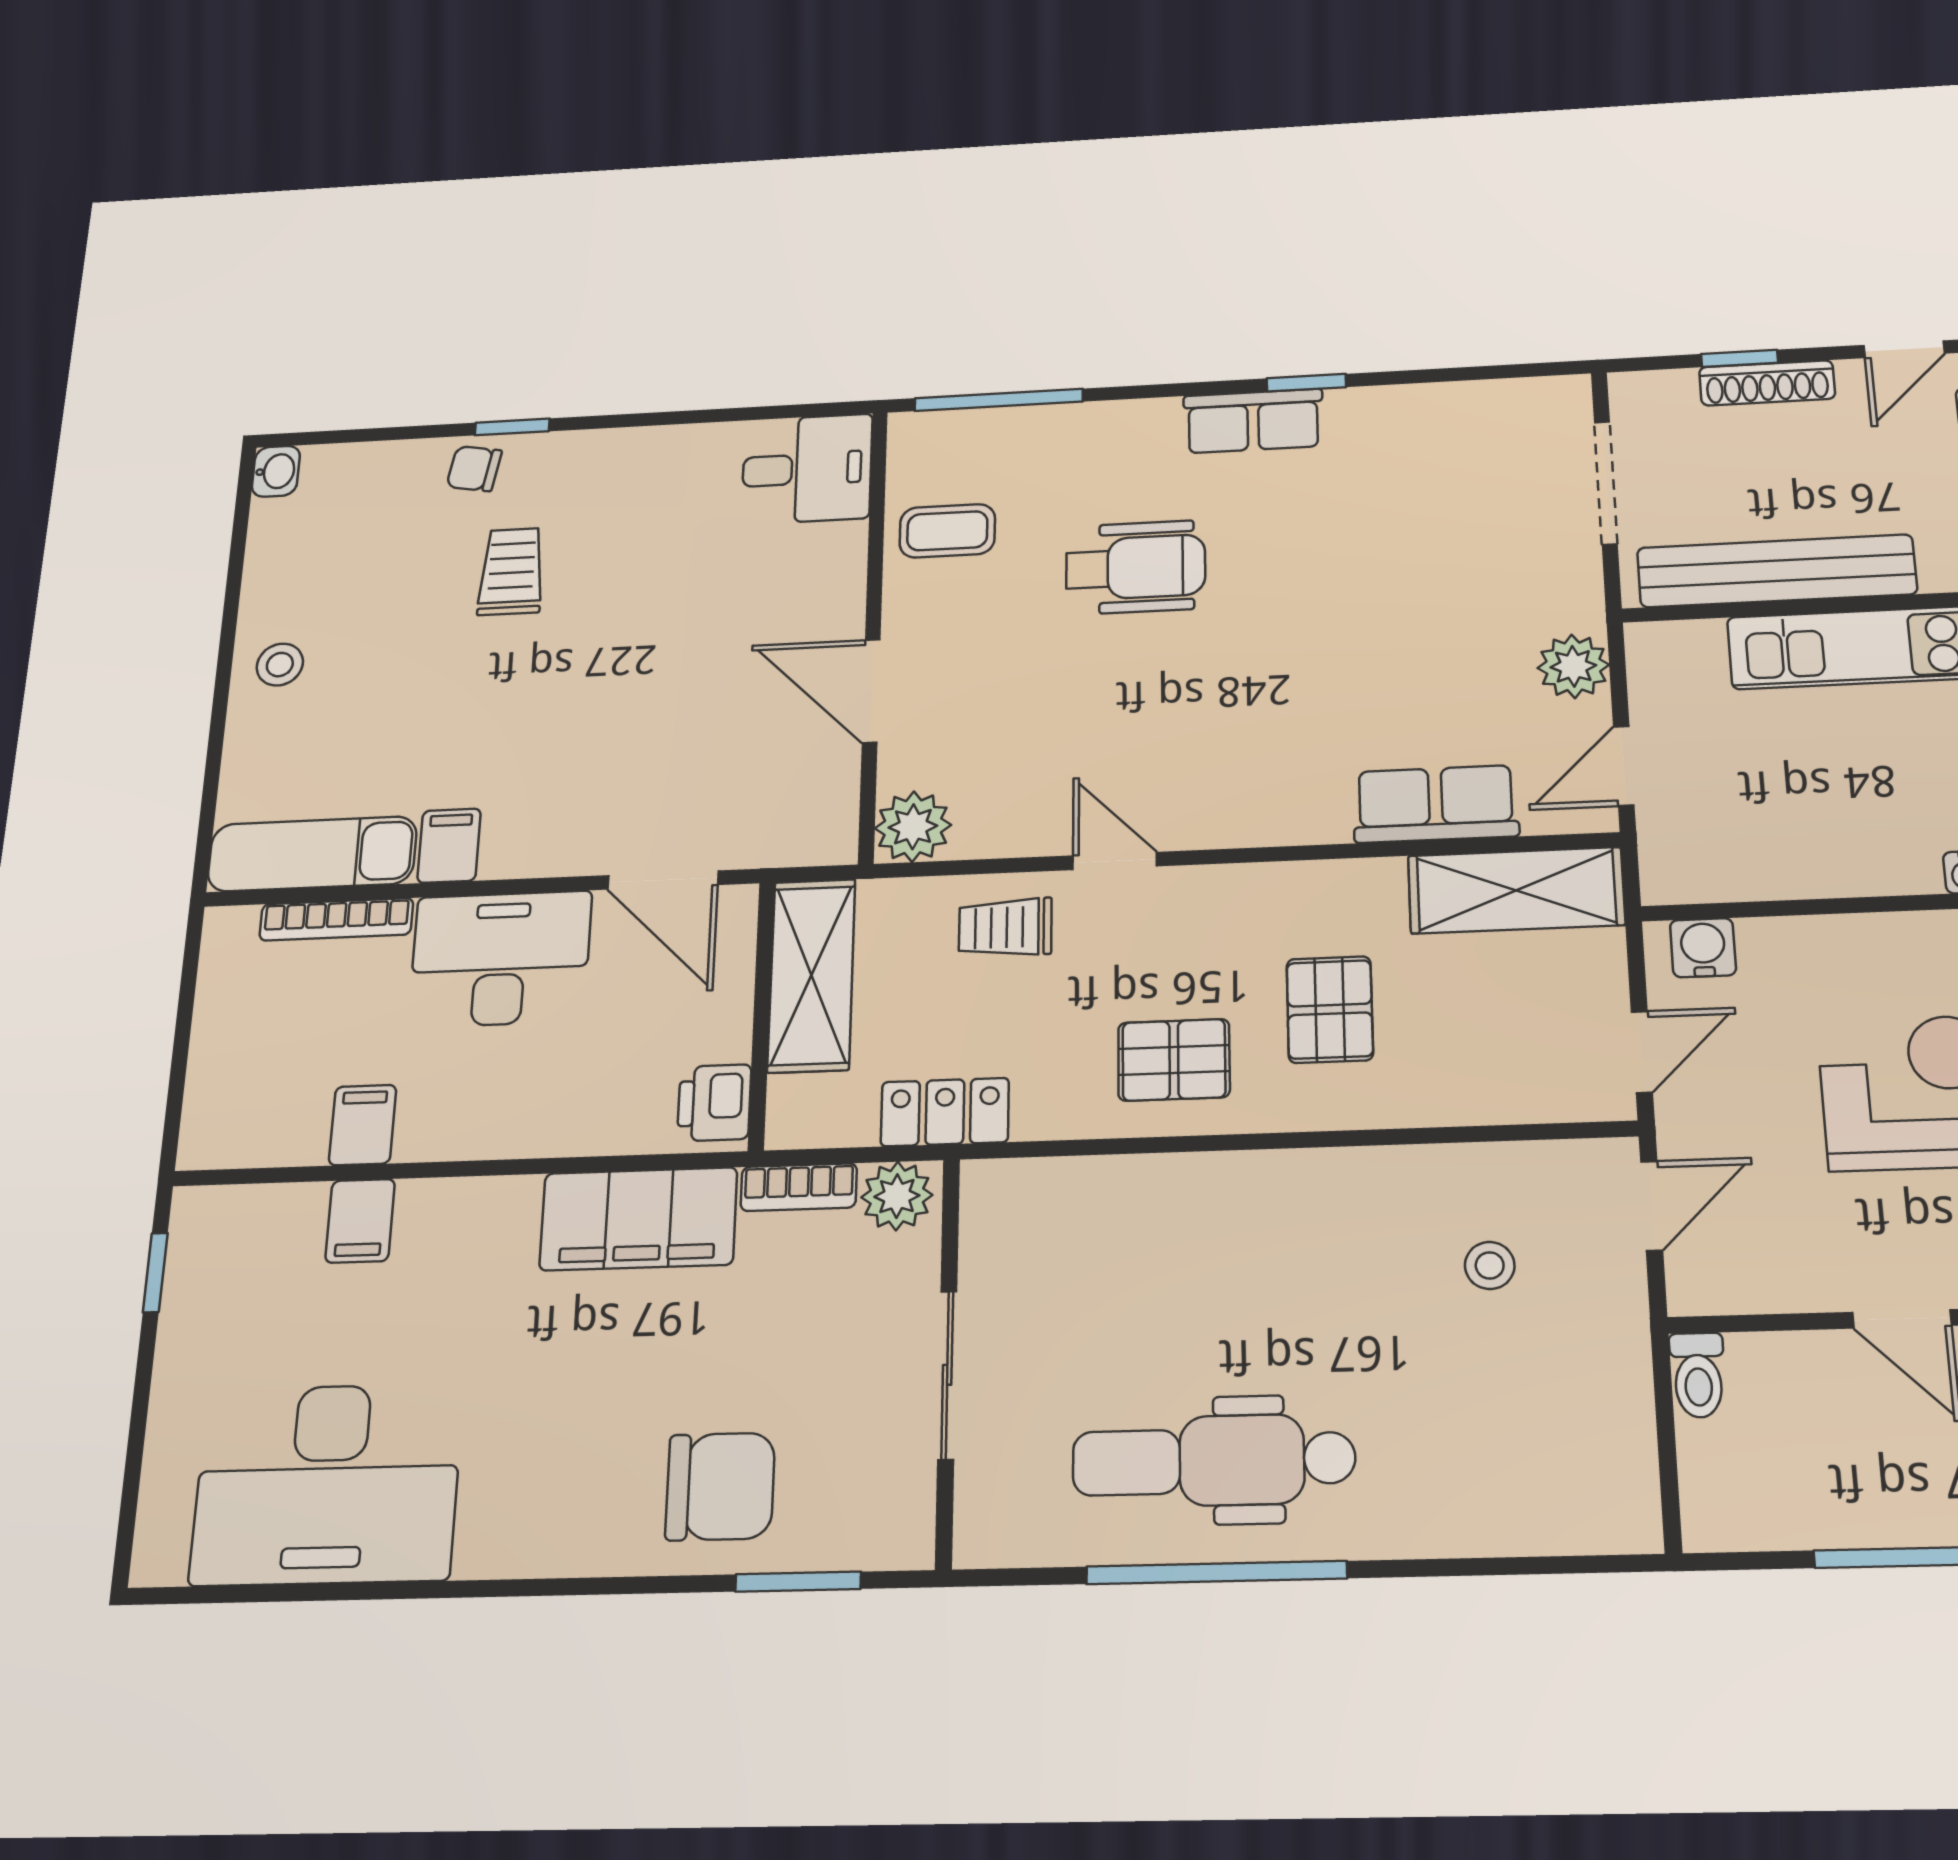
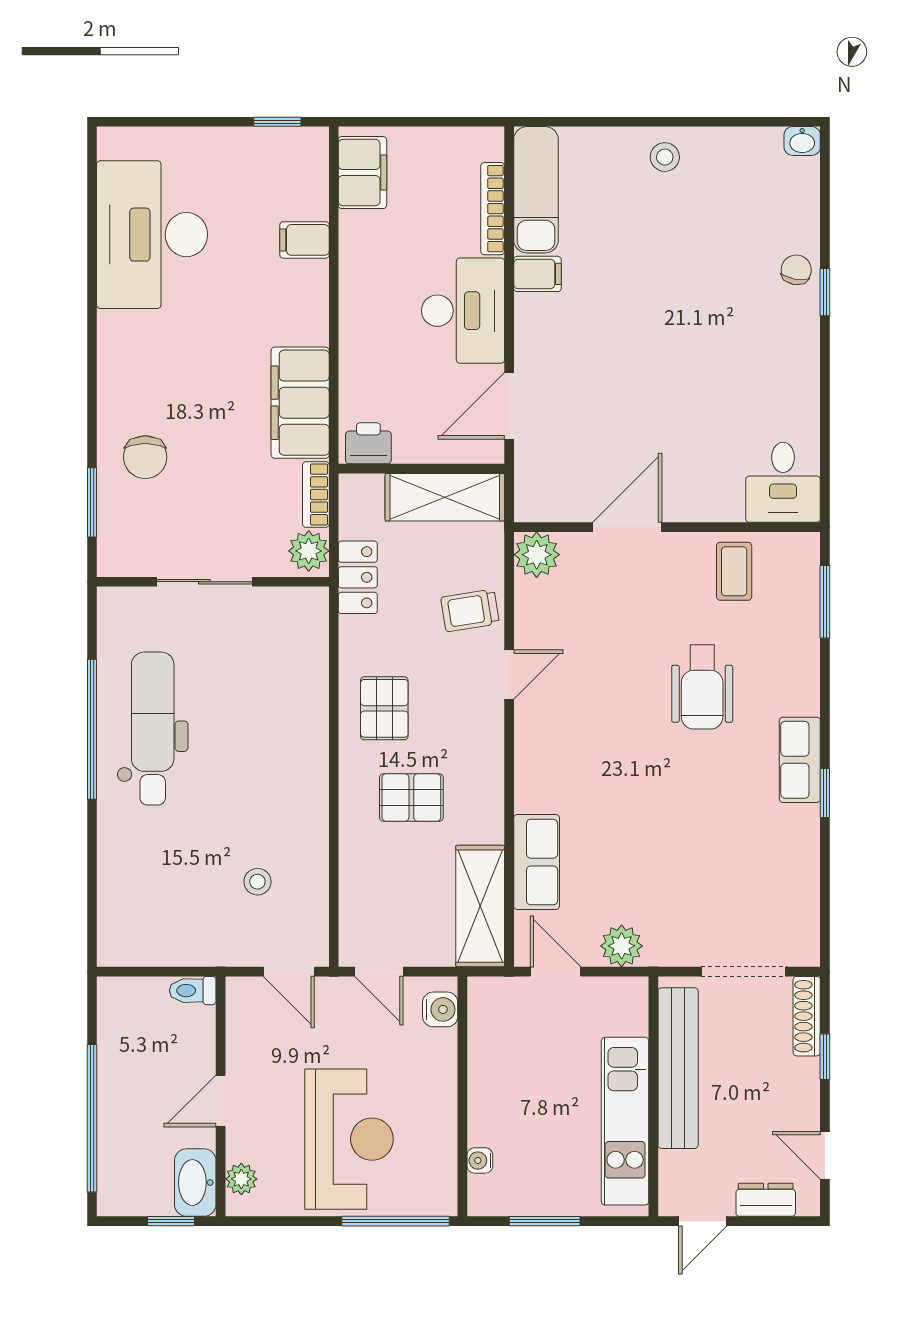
shoe rack: (1767, 383) -> (807, 1016), moved
window: (999, 400) -> (825, 602), width x0.69
trolley: (511, 572) -> (722, 299), removed
trolley: (1005, 927) -> (470, 611), turned -99
filing cabinet: (363, 1125) -> (362, 173), moved, width x2.00
chair: (720, 1486) -> (145, 457), width x0.73, depth x0.73

